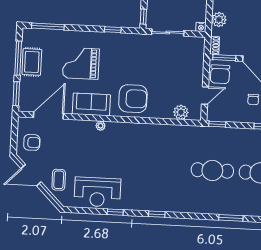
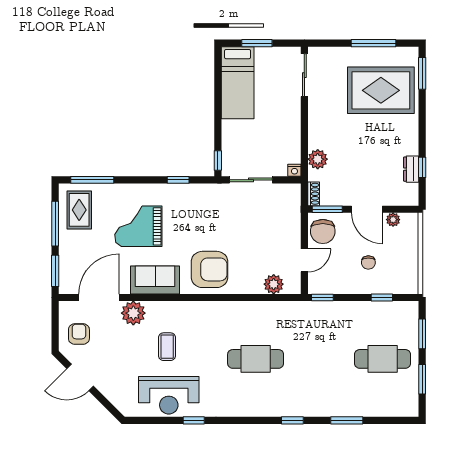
rug: (32, 62) -> (79, 210), moved
plant: (101, 126) -> (133, 313), moved, width x1.87, depth x1.87
armchair: (32, 142) -> (79, 334), turned -90
cafe table: (212, 170) -> (256, 359), moved
coffee table: (59, 180) -> (167, 347), moved
window: (157, 214) -> (292, 420), moved

